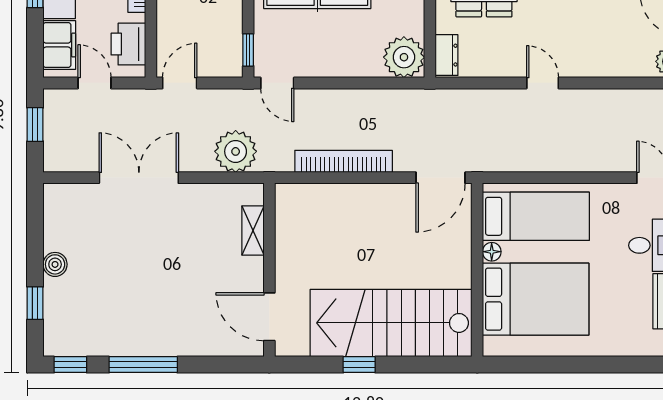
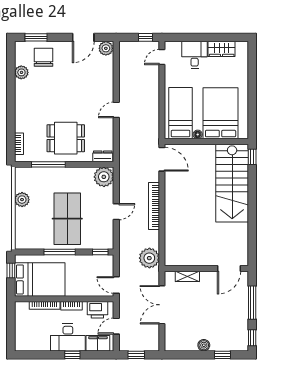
door: (277, 83) -> (116, 212), moved
shelving: (253, 230) -> (187, 276), moved
wall: (269, 270) -> (206, 268), moved
door: (269, 317) -> (229, 268), moved
window: (359, 365) -> (252, 157), moved

